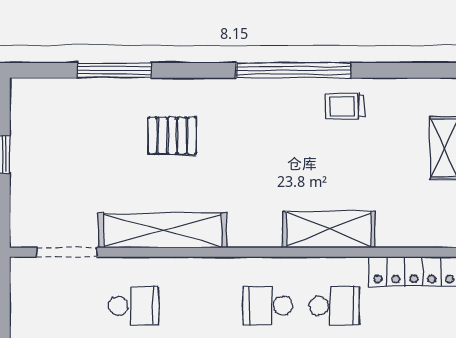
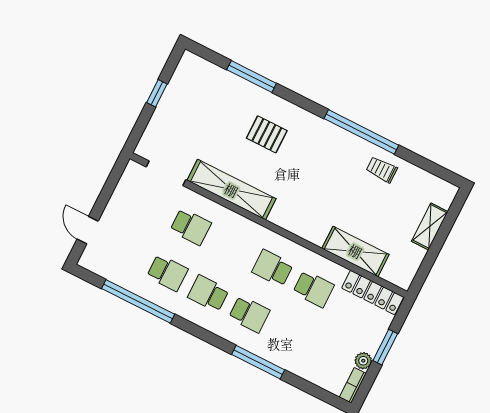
shelving: (329, 230) -> (355, 251), moved

